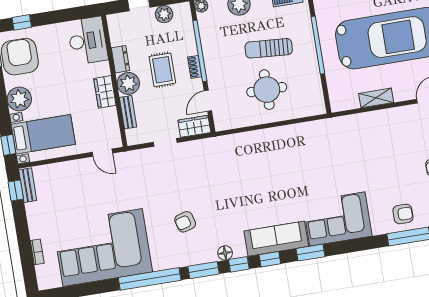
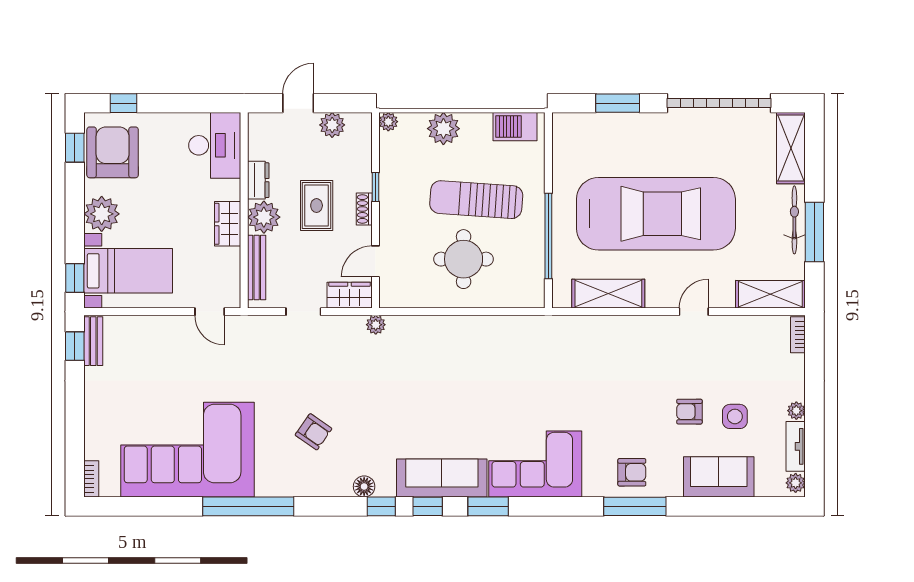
window: (318, 45) -> (548, 236), moved
sun lounger: (269, 48) -> (476, 200), width x1.36, depth x1.34
window: (200, 51) -> (375, 187), width x0.32
shelving: (376, 98) -> (608, 294), width x1.50, depth x1.33
bench: (128, 112) -> (257, 268), width x1.36
plant: (215, 143) -> (376, 325), added
armchair: (185, 222) -> (313, 432), turned -130
bookcase: (37, 252) -> (91, 479), moved
window: (203, 270) -> (329, 506), removed

